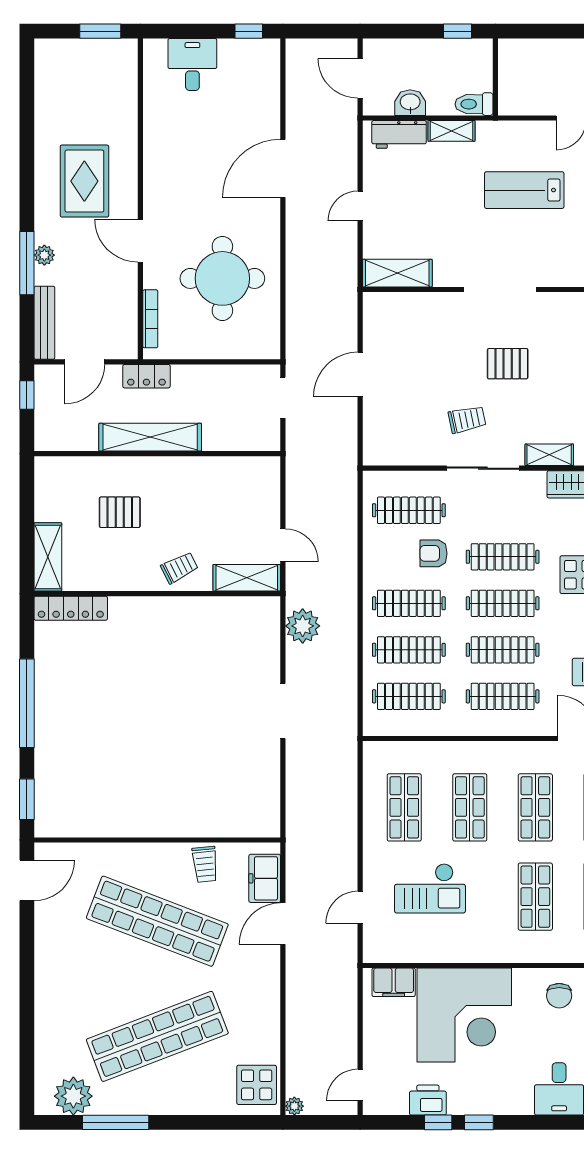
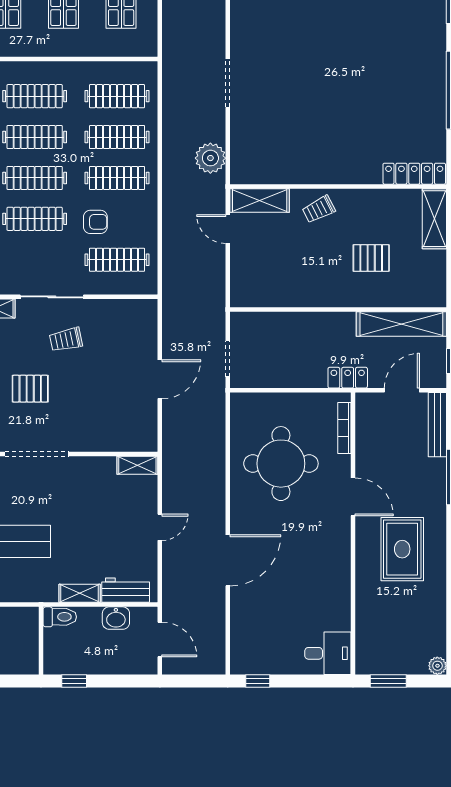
desk: (192, 64) -> (328, 653), moved, turned -90
plant: (44, 255) -> (437, 666), moved
shelving: (397, 273) -> (137, 465), width x0.67, depth x0.75
shelving: (150, 437) -> (401, 324), moved

